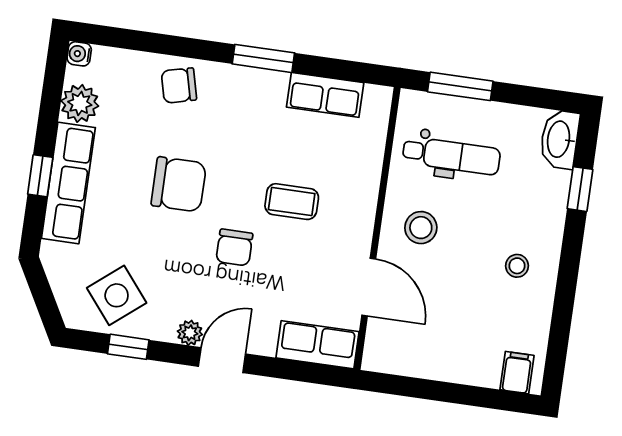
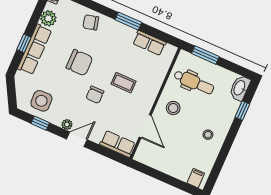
side table: (117, 295) -> (41, 101), turned 37

